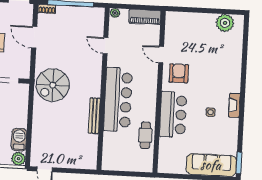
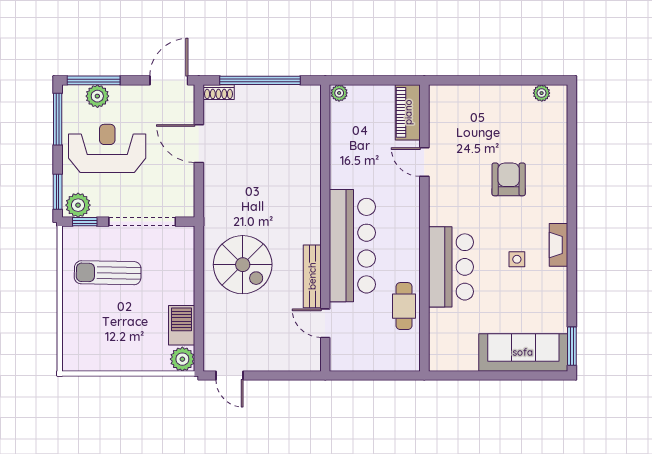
piano: (145, 17) -> (408, 112), moved, turned 90
plant: (225, 23) -> (542, 93), width x0.53, depth x0.53
door: (105, 46) -> (325, 323), moved
armchair: (179, 73) -> (509, 179), moved
spiral stairs: (53, 85) -> (243, 265), moved, turned -90

